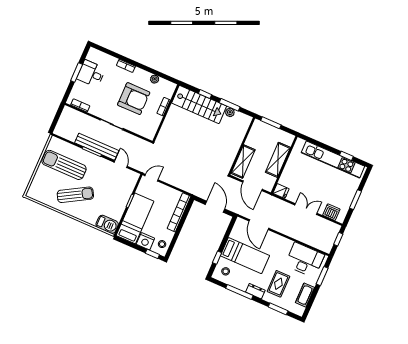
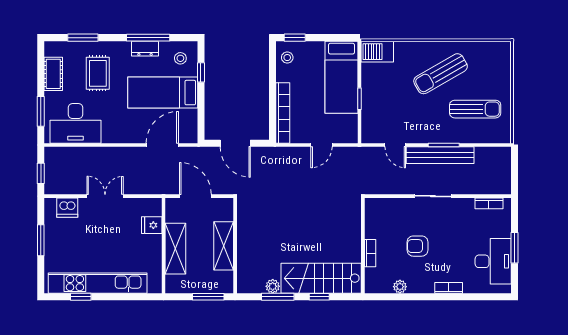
desk: (91, 74) -> (493, 261), width x1.37
armchair: (134, 99) -> (417, 246), width x0.53, depth x0.53
shelving: (243, 161) -> (224, 246), moved
sun lounger: (64, 165) -> (475, 109), width x0.73, depth x0.75
door: (152, 178) -> (321, 145), moved
fridge: (281, 191) -> (152, 225), moved
double door: (306, 209) -> (105, 196), swing flipped
door: (259, 225) -> (162, 145), hinge flipped
nightstand: (145, 241) -> (313, 51), removed
dresser: (255, 291) -> (145, 49), moved

